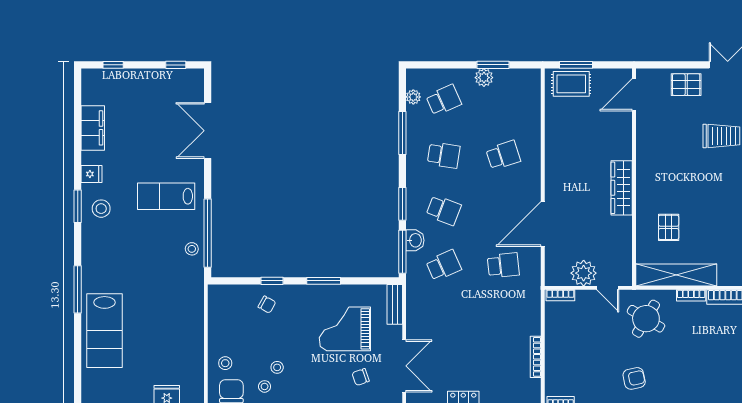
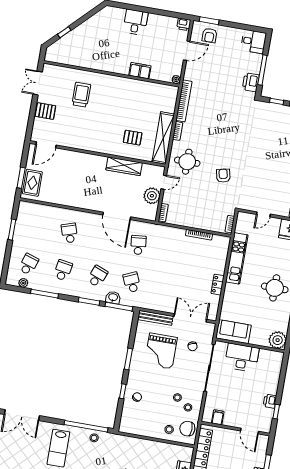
plant: (484, 78) -> (19, 237), removed
pallet: (686, 85) -> (45, 111), turned 90
door: (634, 95) -> (46, 145), hinge flipped
school desk: (444, 100) -> (29, 264), turned 42
wardrobe: (622, 188) -> (124, 166), moved
bench: (395, 304) -> (155, 318), width x1.36
round table: (646, 319) -> (187, 162), turned -31

